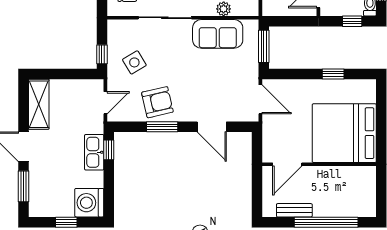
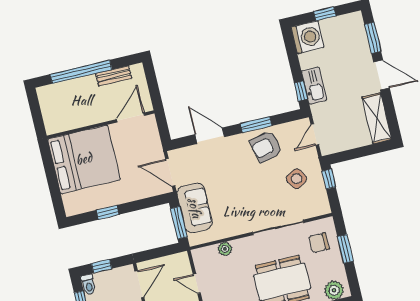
sofa: (218, 34) -> (195, 208), moved, turned 90

